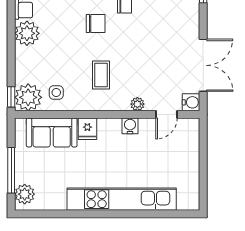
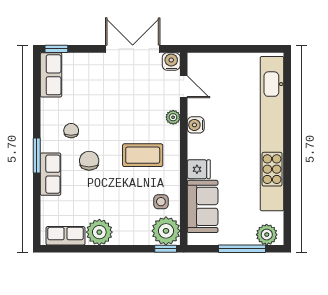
coffee table: (101, 75) -> (143, 155), width x1.36, depth x1.30
kitchen unit: (122, 199) -> (272, 134), width x1.36

